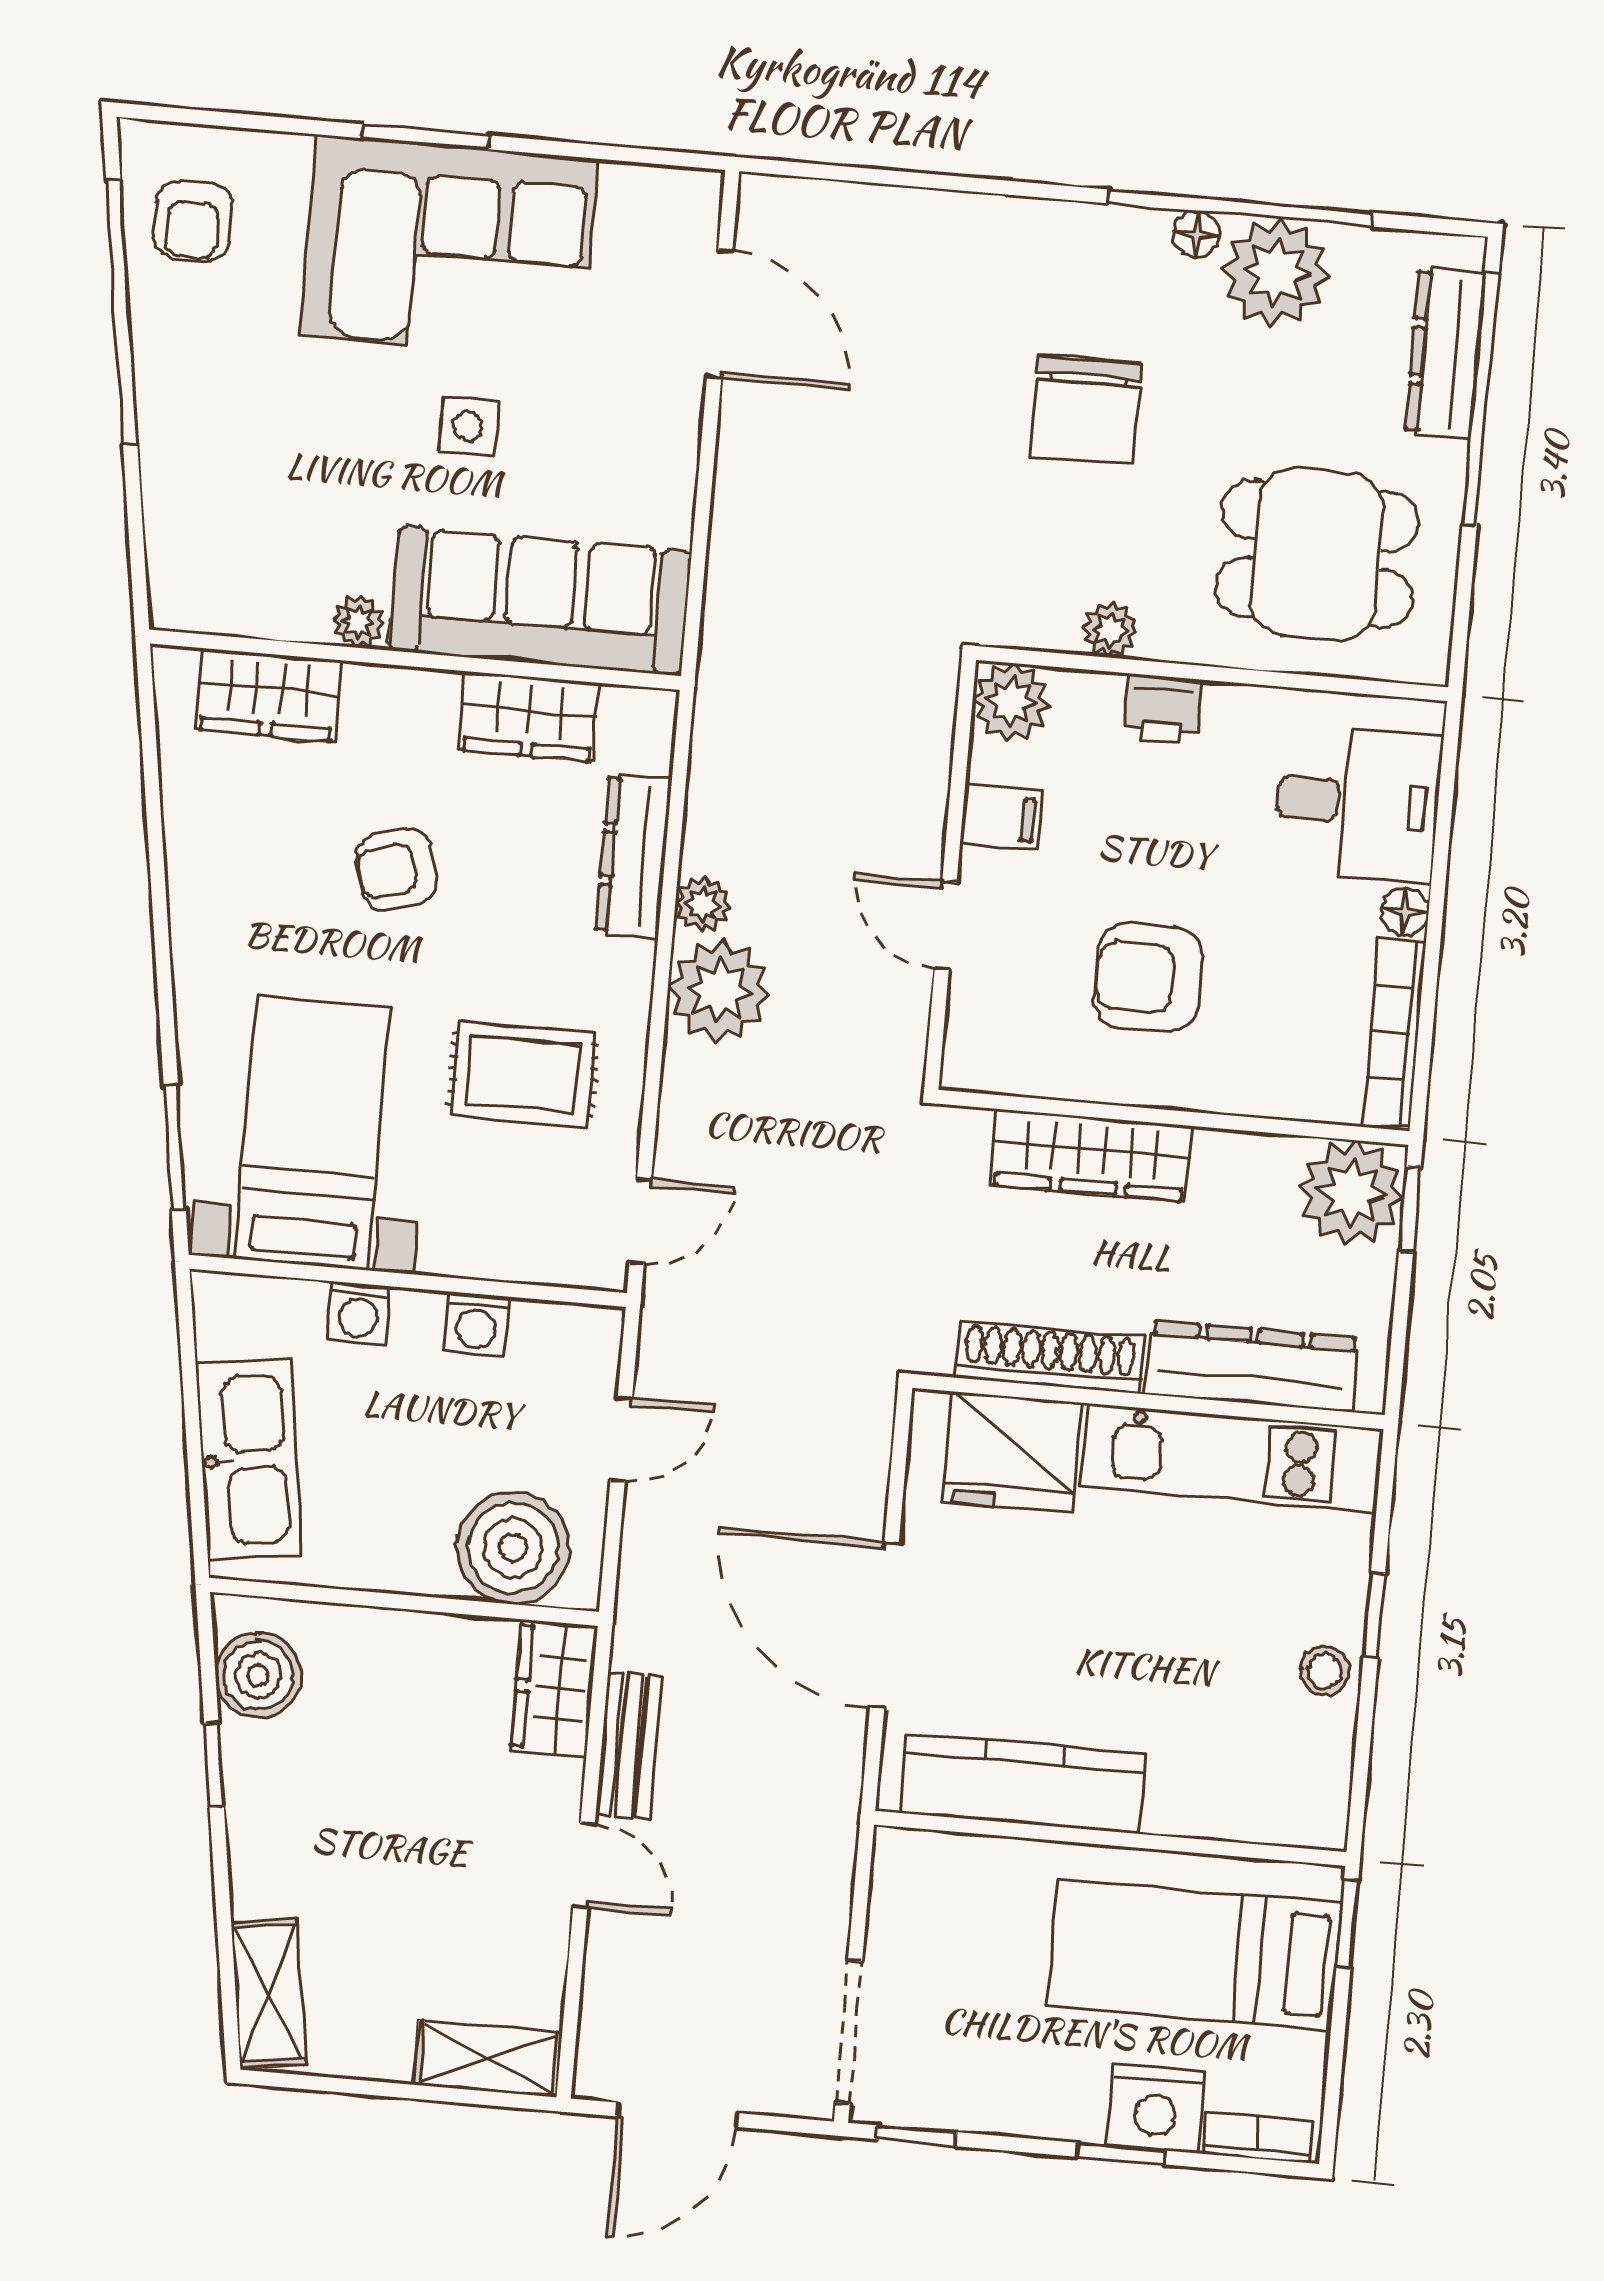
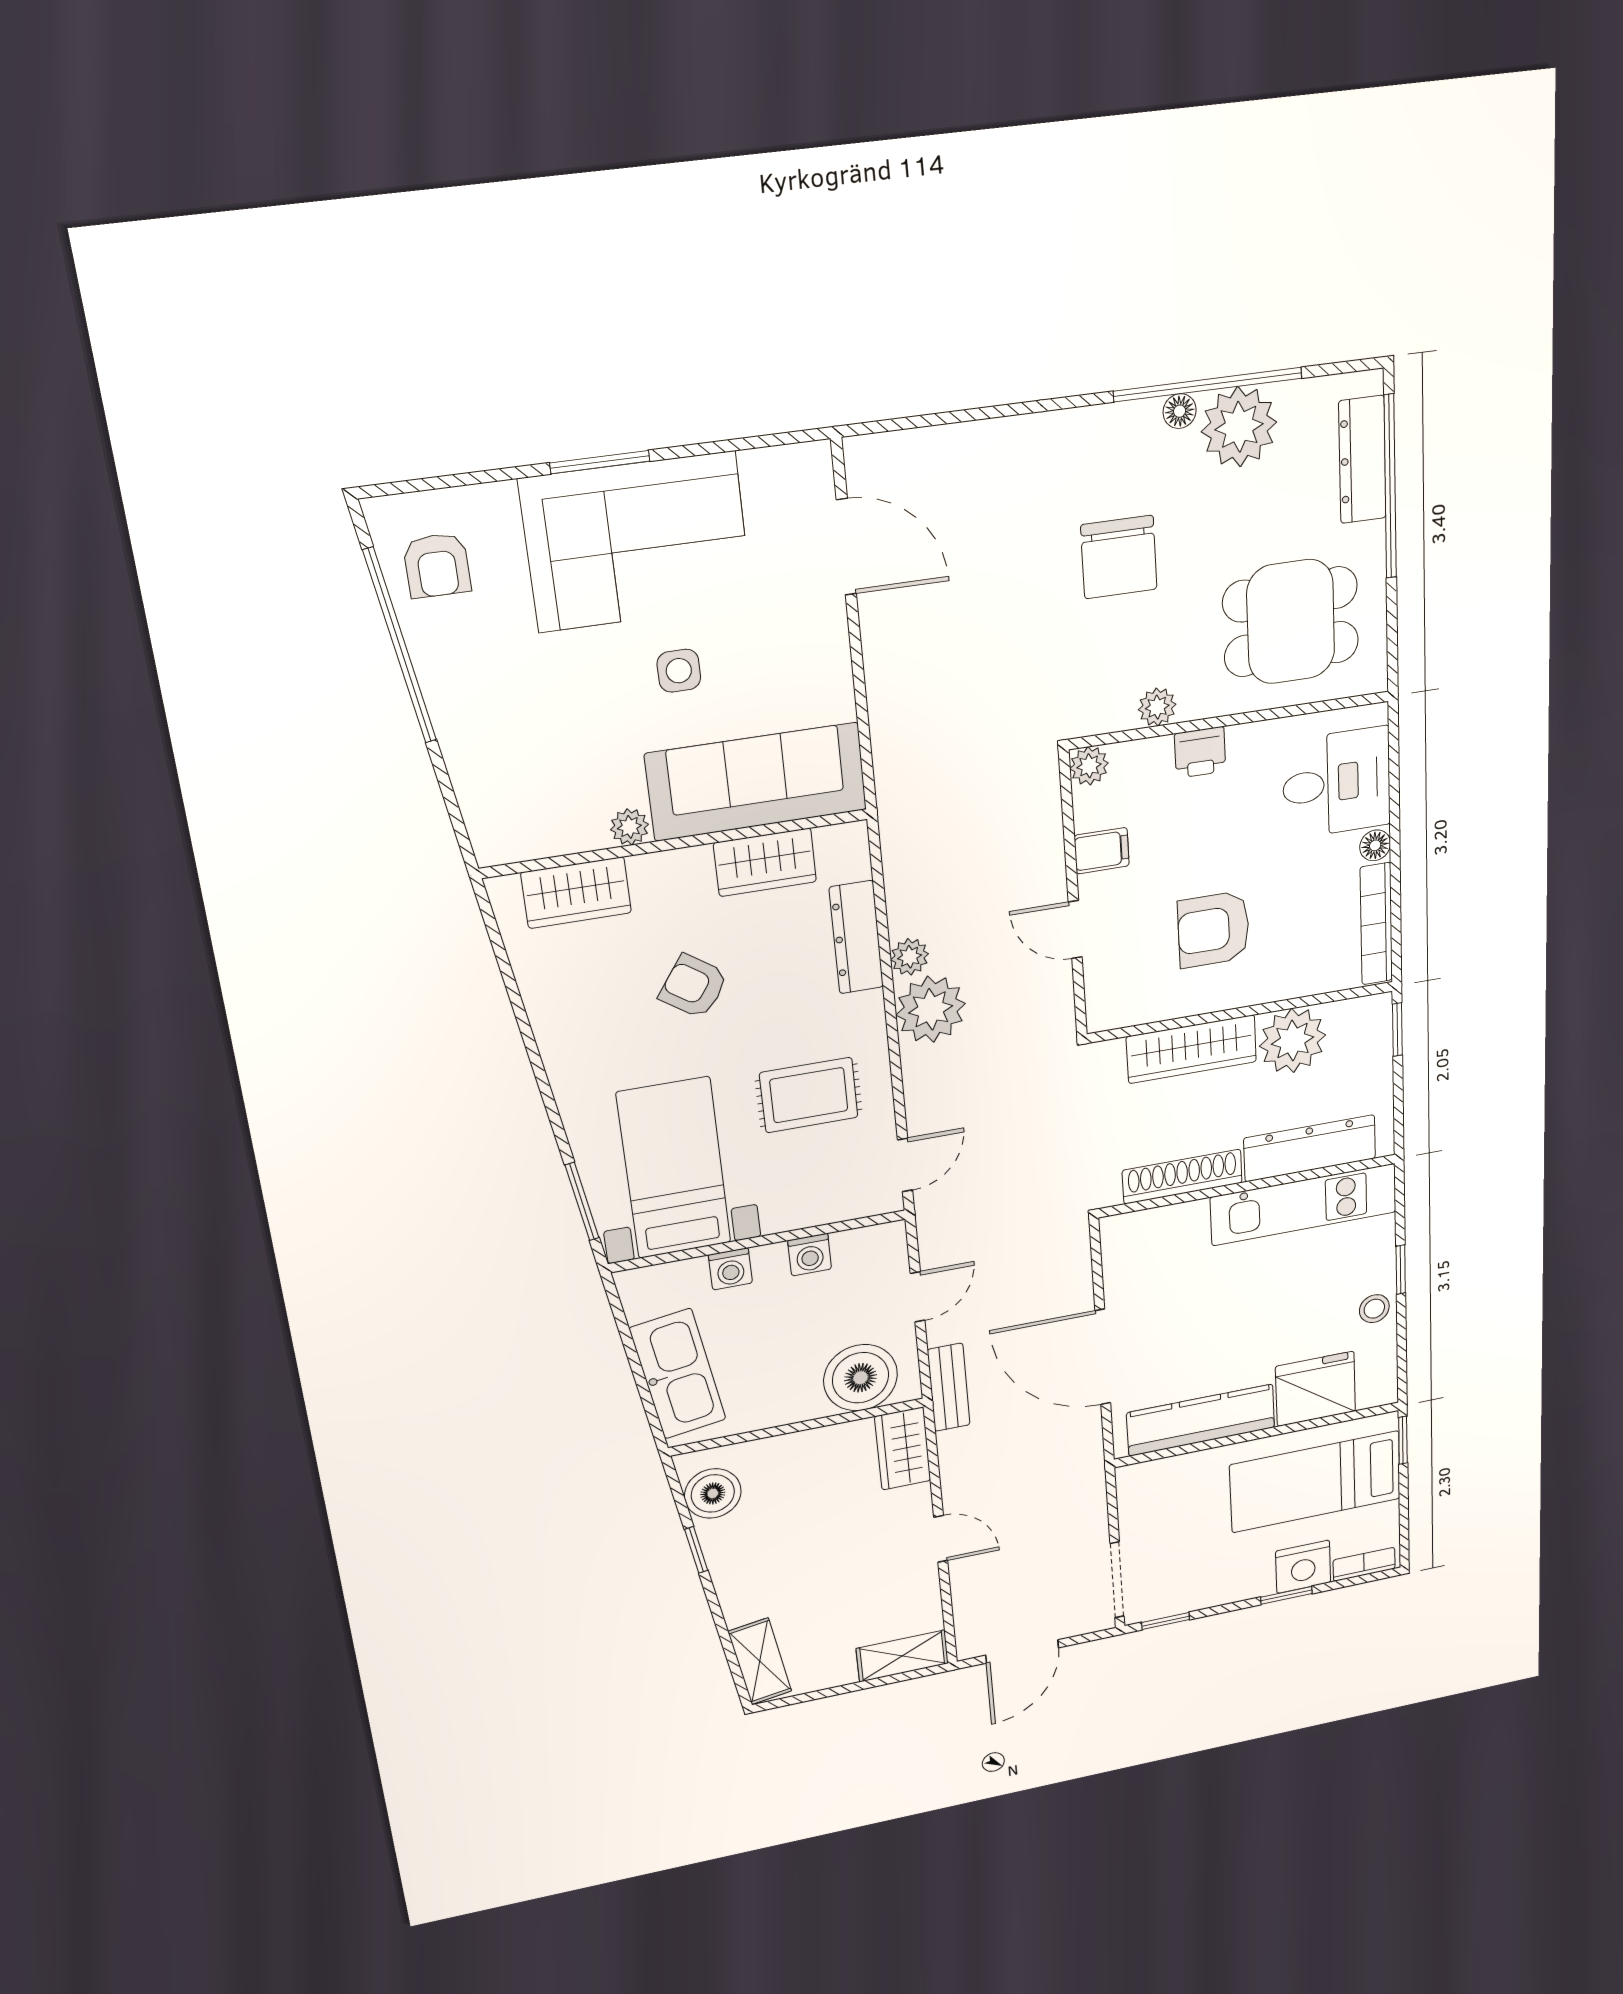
plant: (1011, 702) -> (1089, 766), width x0.73, depth x0.73
armchair: (396, 869) -> (694, 986), turned 52
plant: (1352, 1193) -> (1293, 1041), moved
fridge: (1012, 1452) -> (1316, 1389), moved, turned 180
bench: (629, 1746) -> (949, 1387), moved

